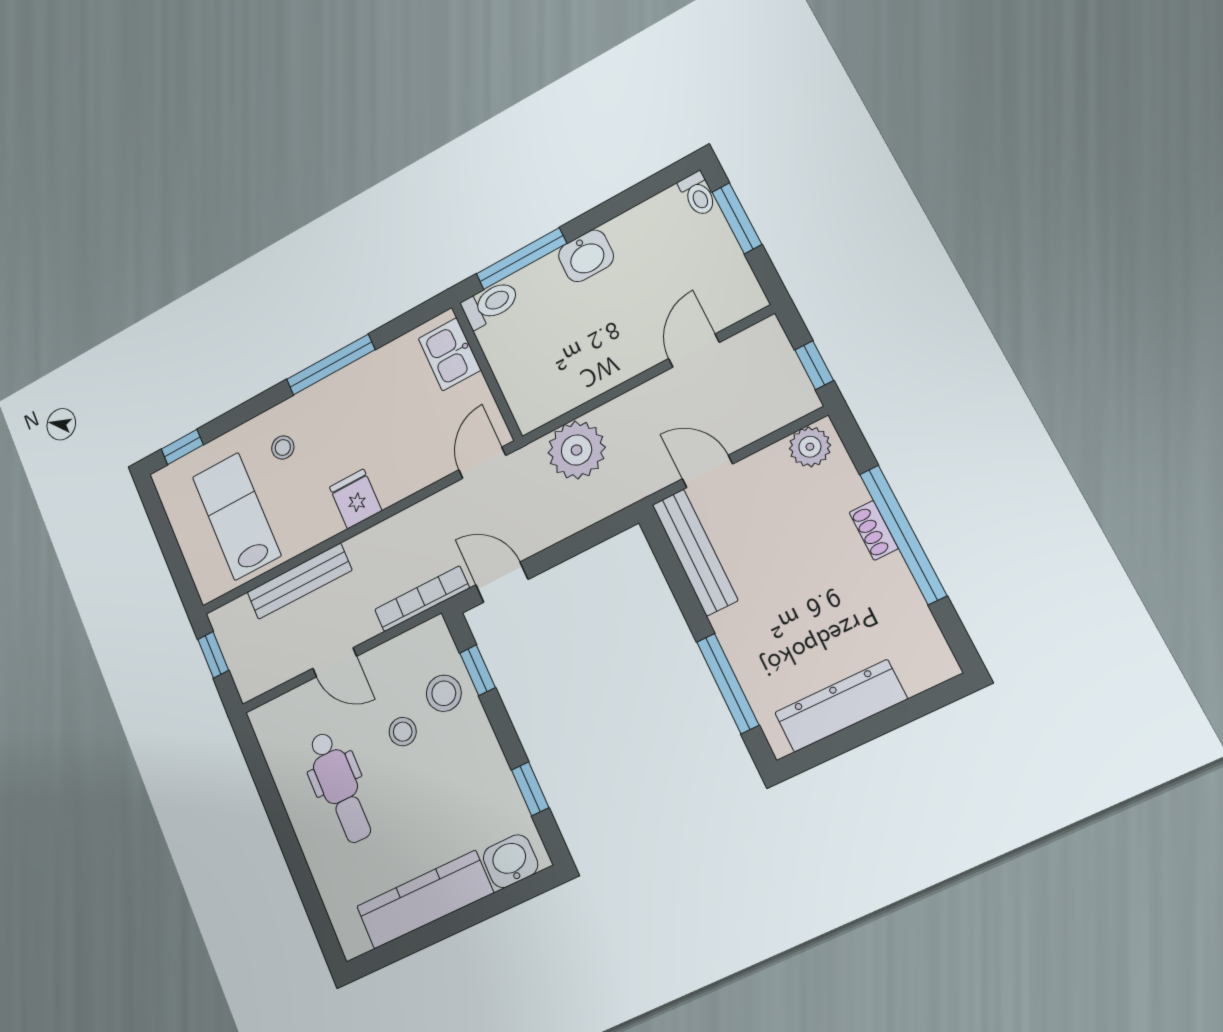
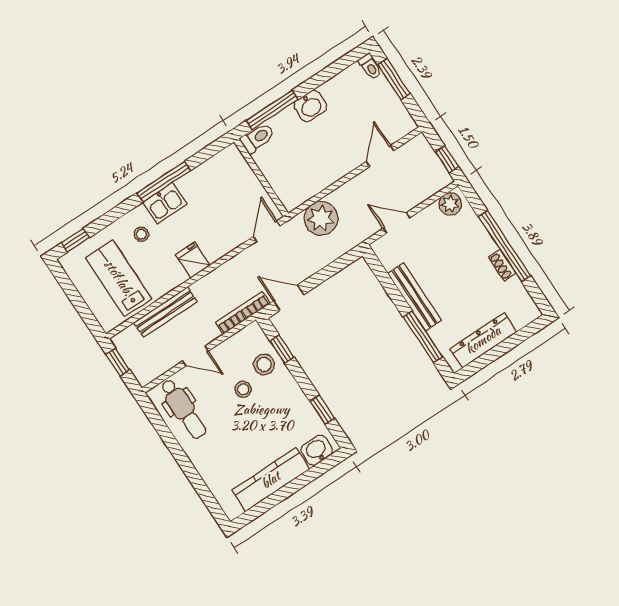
kitchen sink: (450, 354) -> (165, 203), moved, turned -90
shoe rack: (874, 530) -> (502, 265), moved
bench: (695, 552) -> (414, 297), moved
dental chair: (340, 787) -> (183, 409), moved

